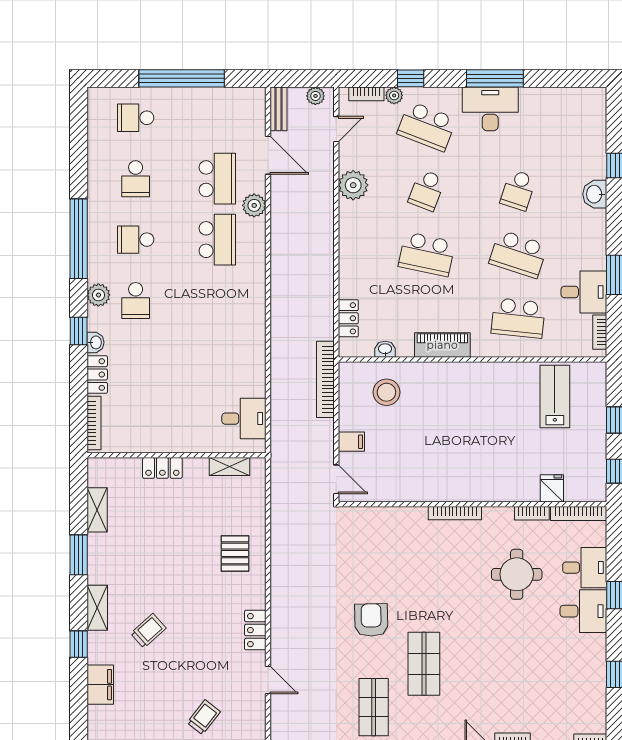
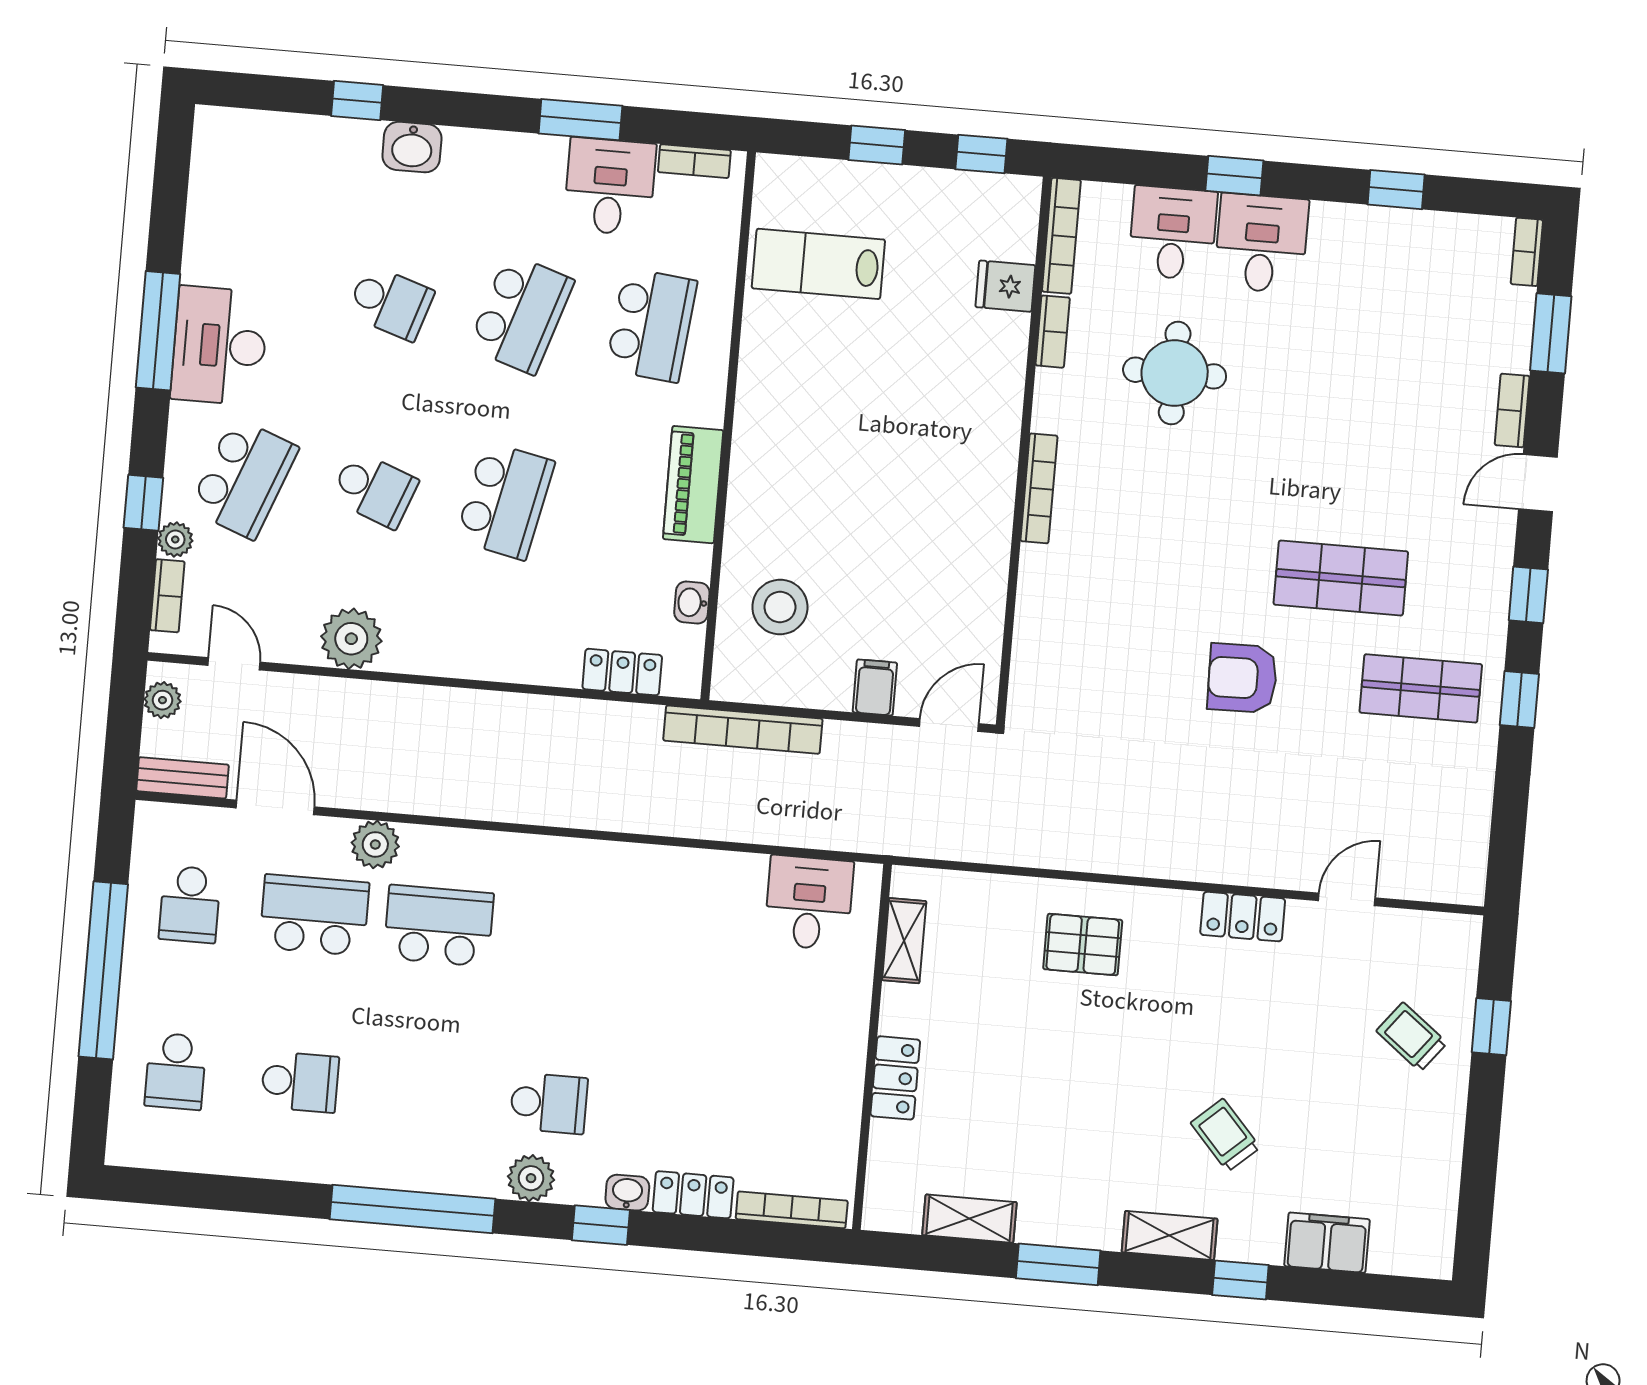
door: (268, 155) -> (275, 807), hinge flipped
school desk: (136, 240) -> (190, 904), moved

